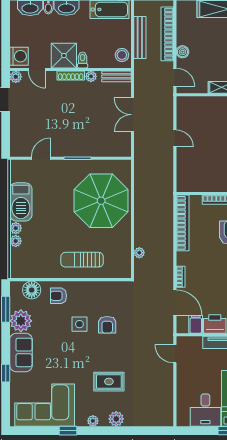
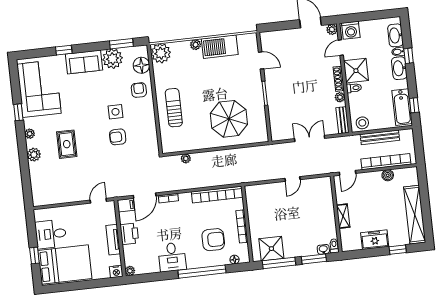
boiler: (182, 52) -> (388, 175), moved
parasol: (101, 201) -> (229, 119), width x0.73, depth x0.73
plant: (16, 241) -> (161, 53), moved, width x1.88, depth x1.88
filing cabinet: (196, 324) -> (126, 205), moved

